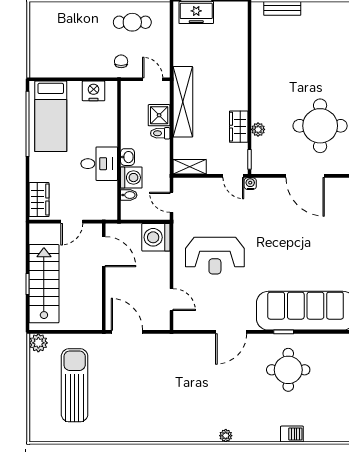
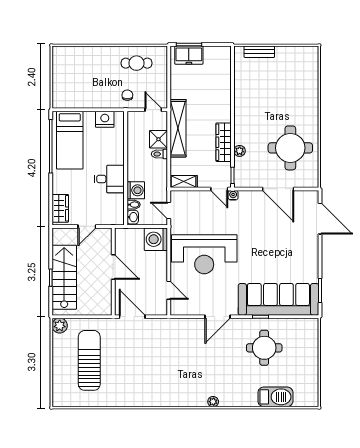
wardrobe: (239, 127) -> (224, 142), width x1.50
washbasin: (128, 157) -> (133, 217), moved
door: (104, 252) -> (113, 267), moved
reception desk: (215, 256) -> (204, 254), width x1.36, depth x1.30
barbecue: (292, 434) -> (275, 397), width x1.88, depth x1.53

